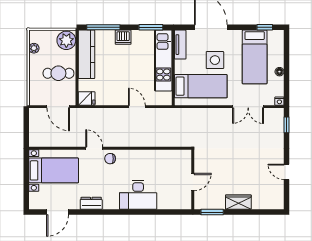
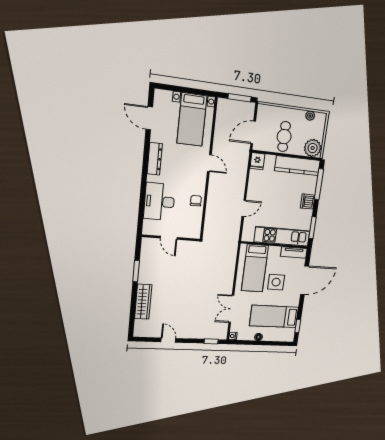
window: (26, 125) -> (240, 98), added
door: (94, 148) -> (209, 163), hinge flipped
chair: (110, 159) -> (196, 201), moved
door: (286, 172) -> (168, 340), hinge flipped
wall: (193, 180) -> (171, 238), moved
door: (193, 182) -> (169, 238), moved
wardrobe: (238, 202) -> (143, 302), width x1.50
dresser: (91, 203) -> (155, 159), width x1.44

